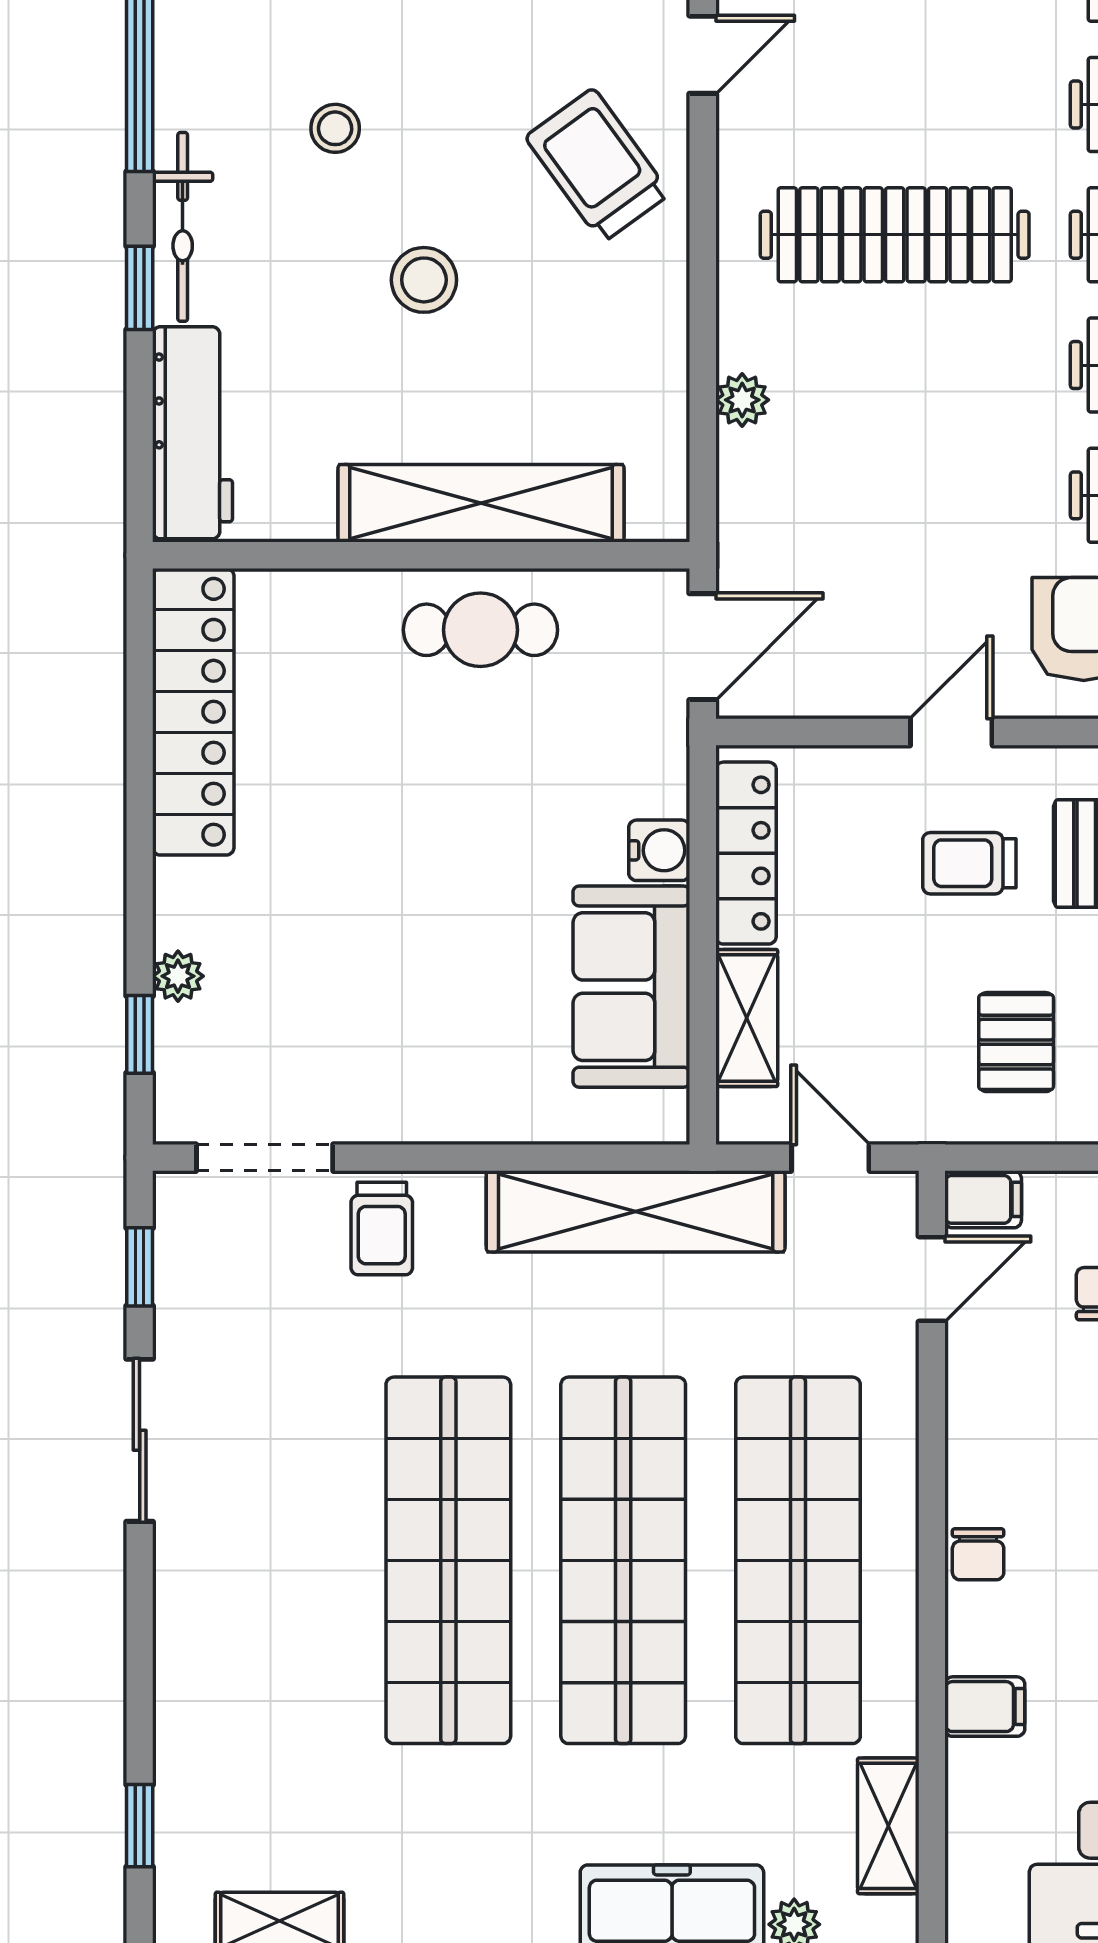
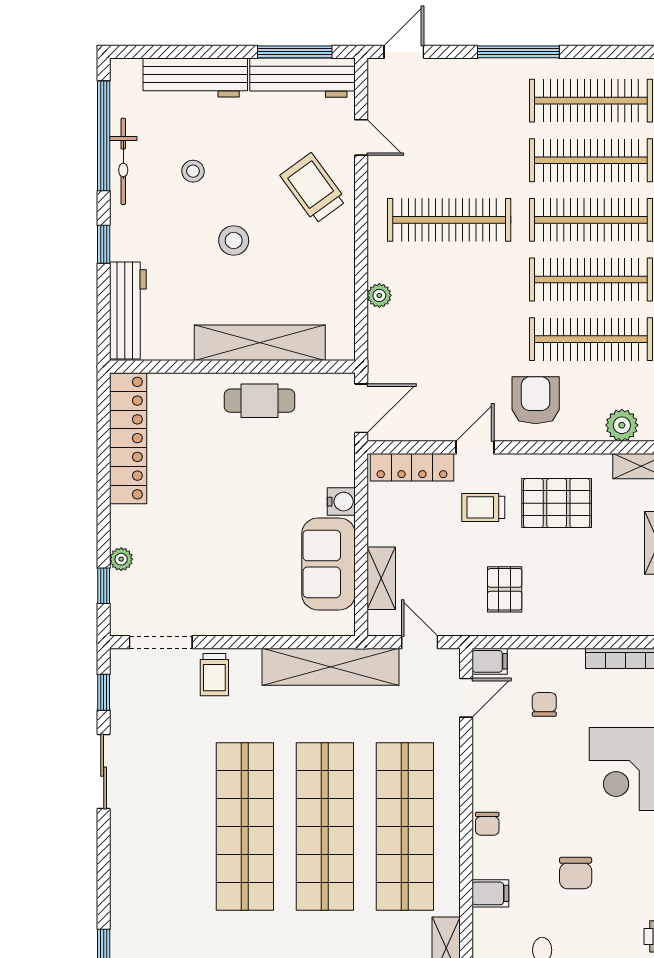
door: (703, 55) -> (361, 137), hinge flipped
bicycle: (183, 227) -> (123, 161), moved
locker: (746, 853) -> (412, 467), moved, turned 90

